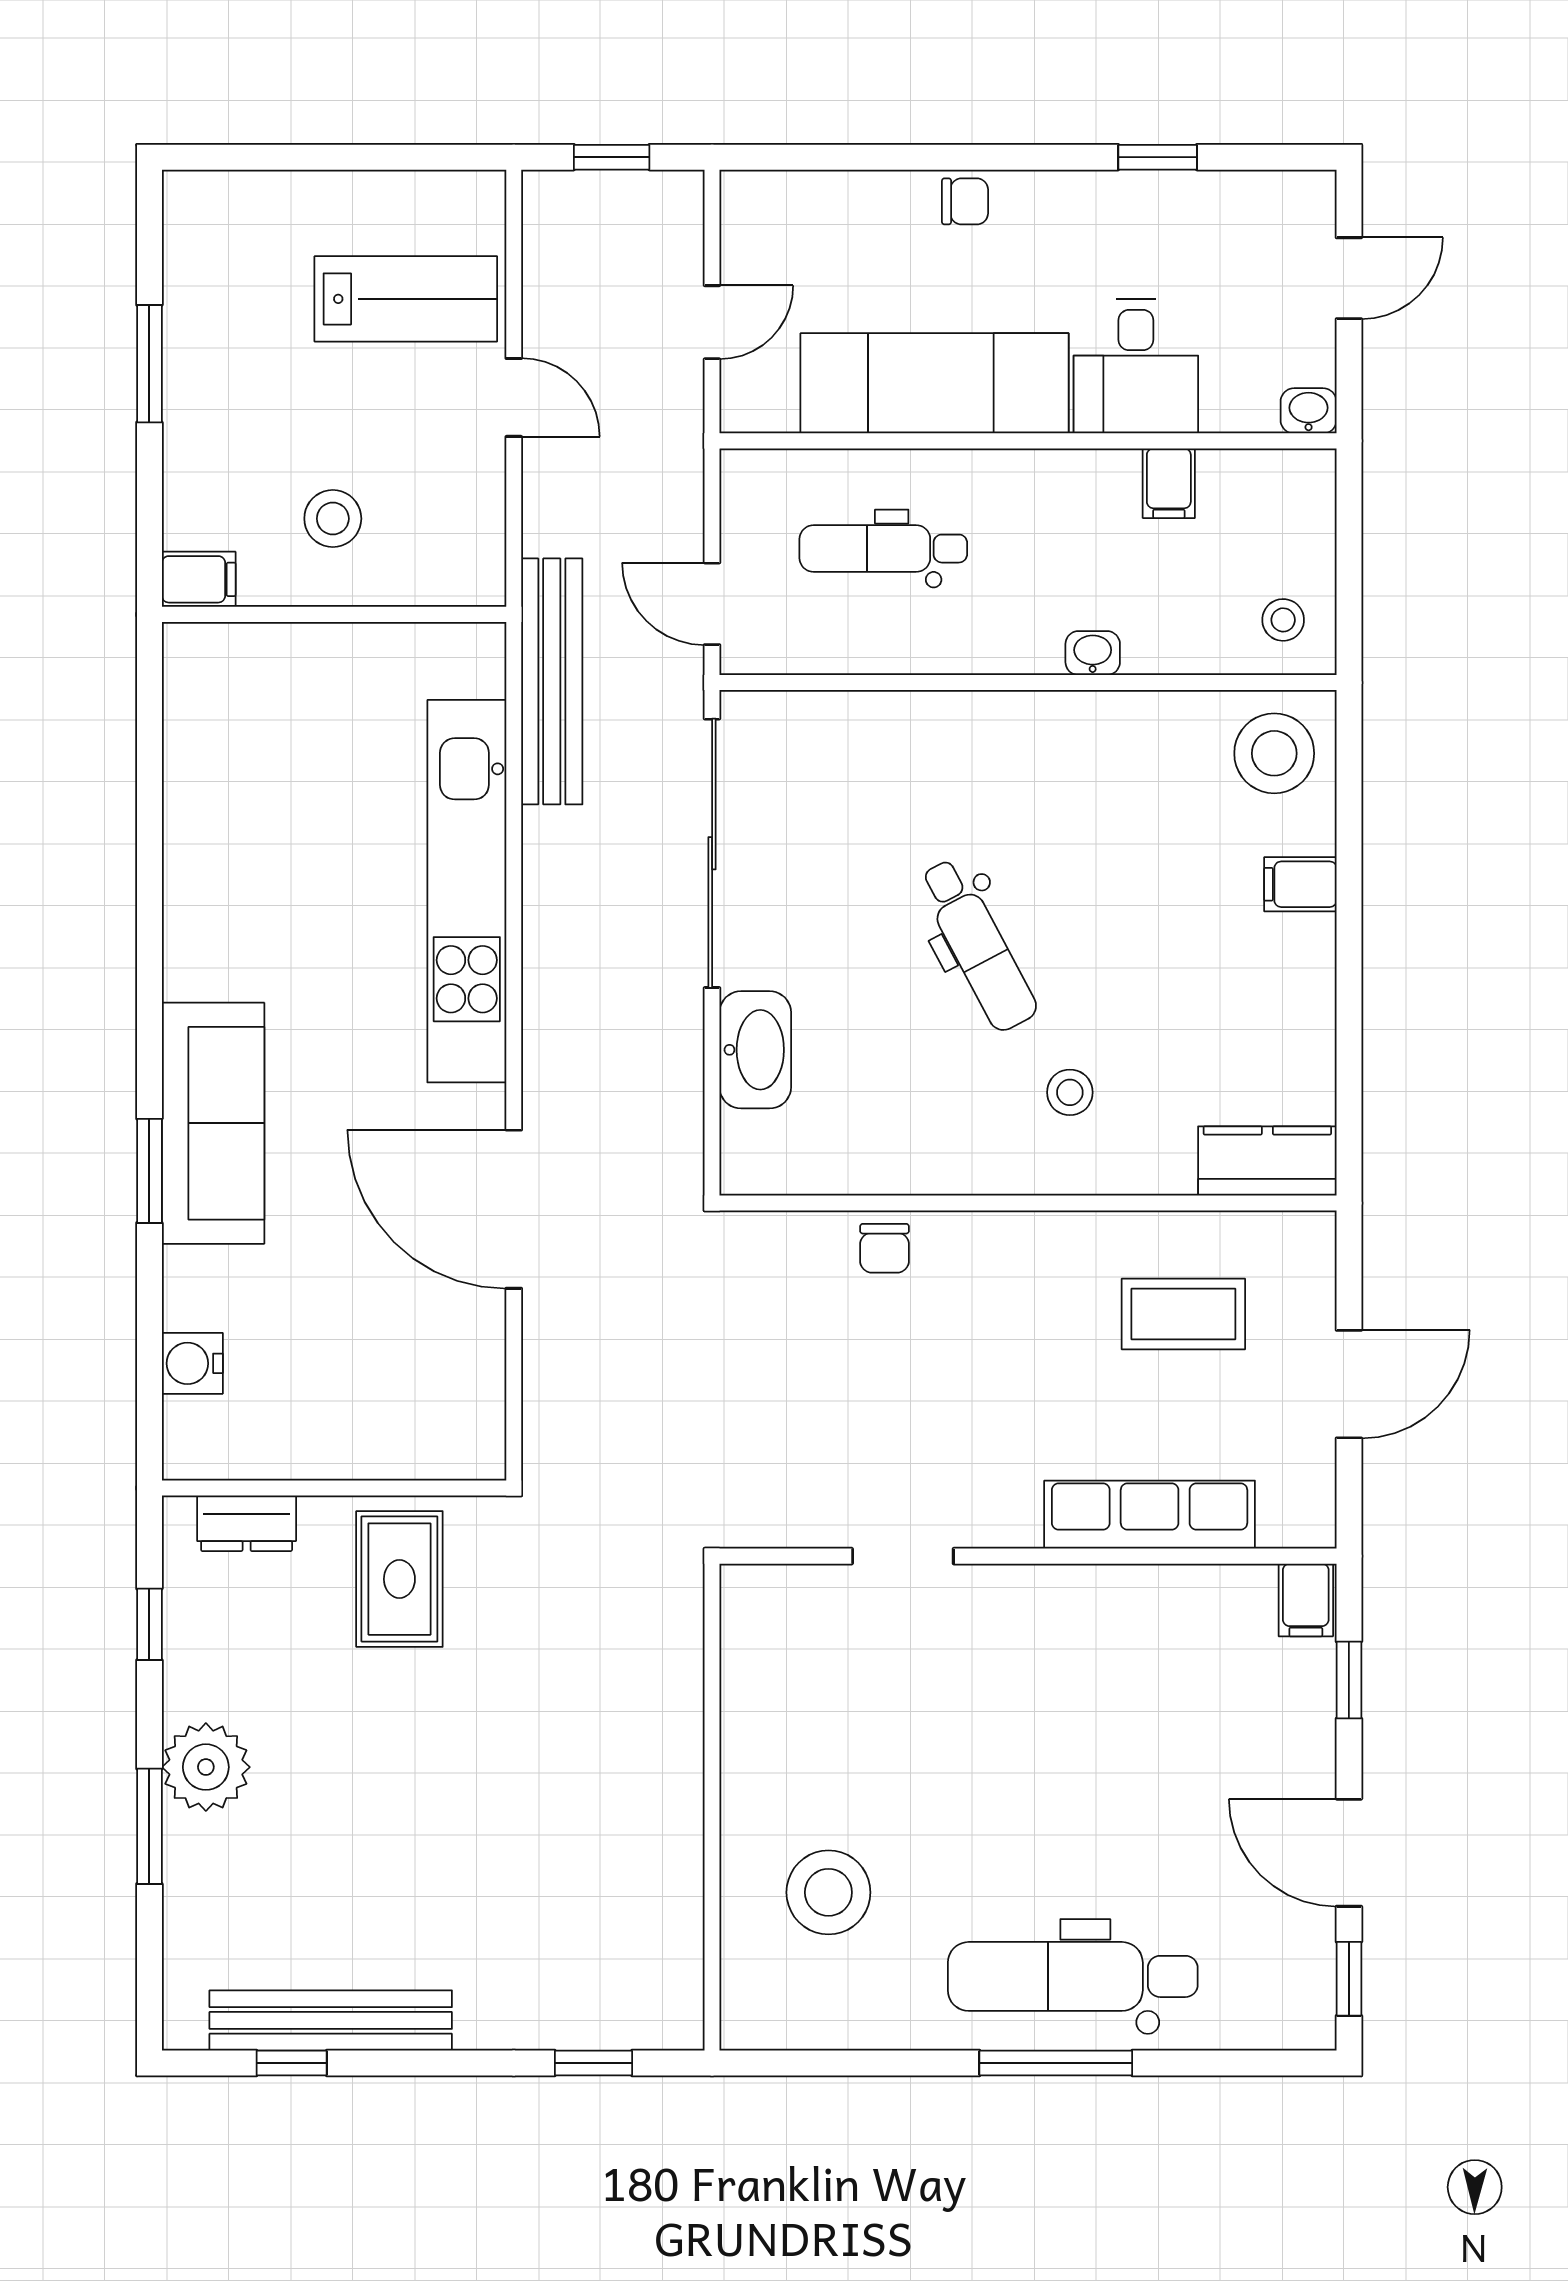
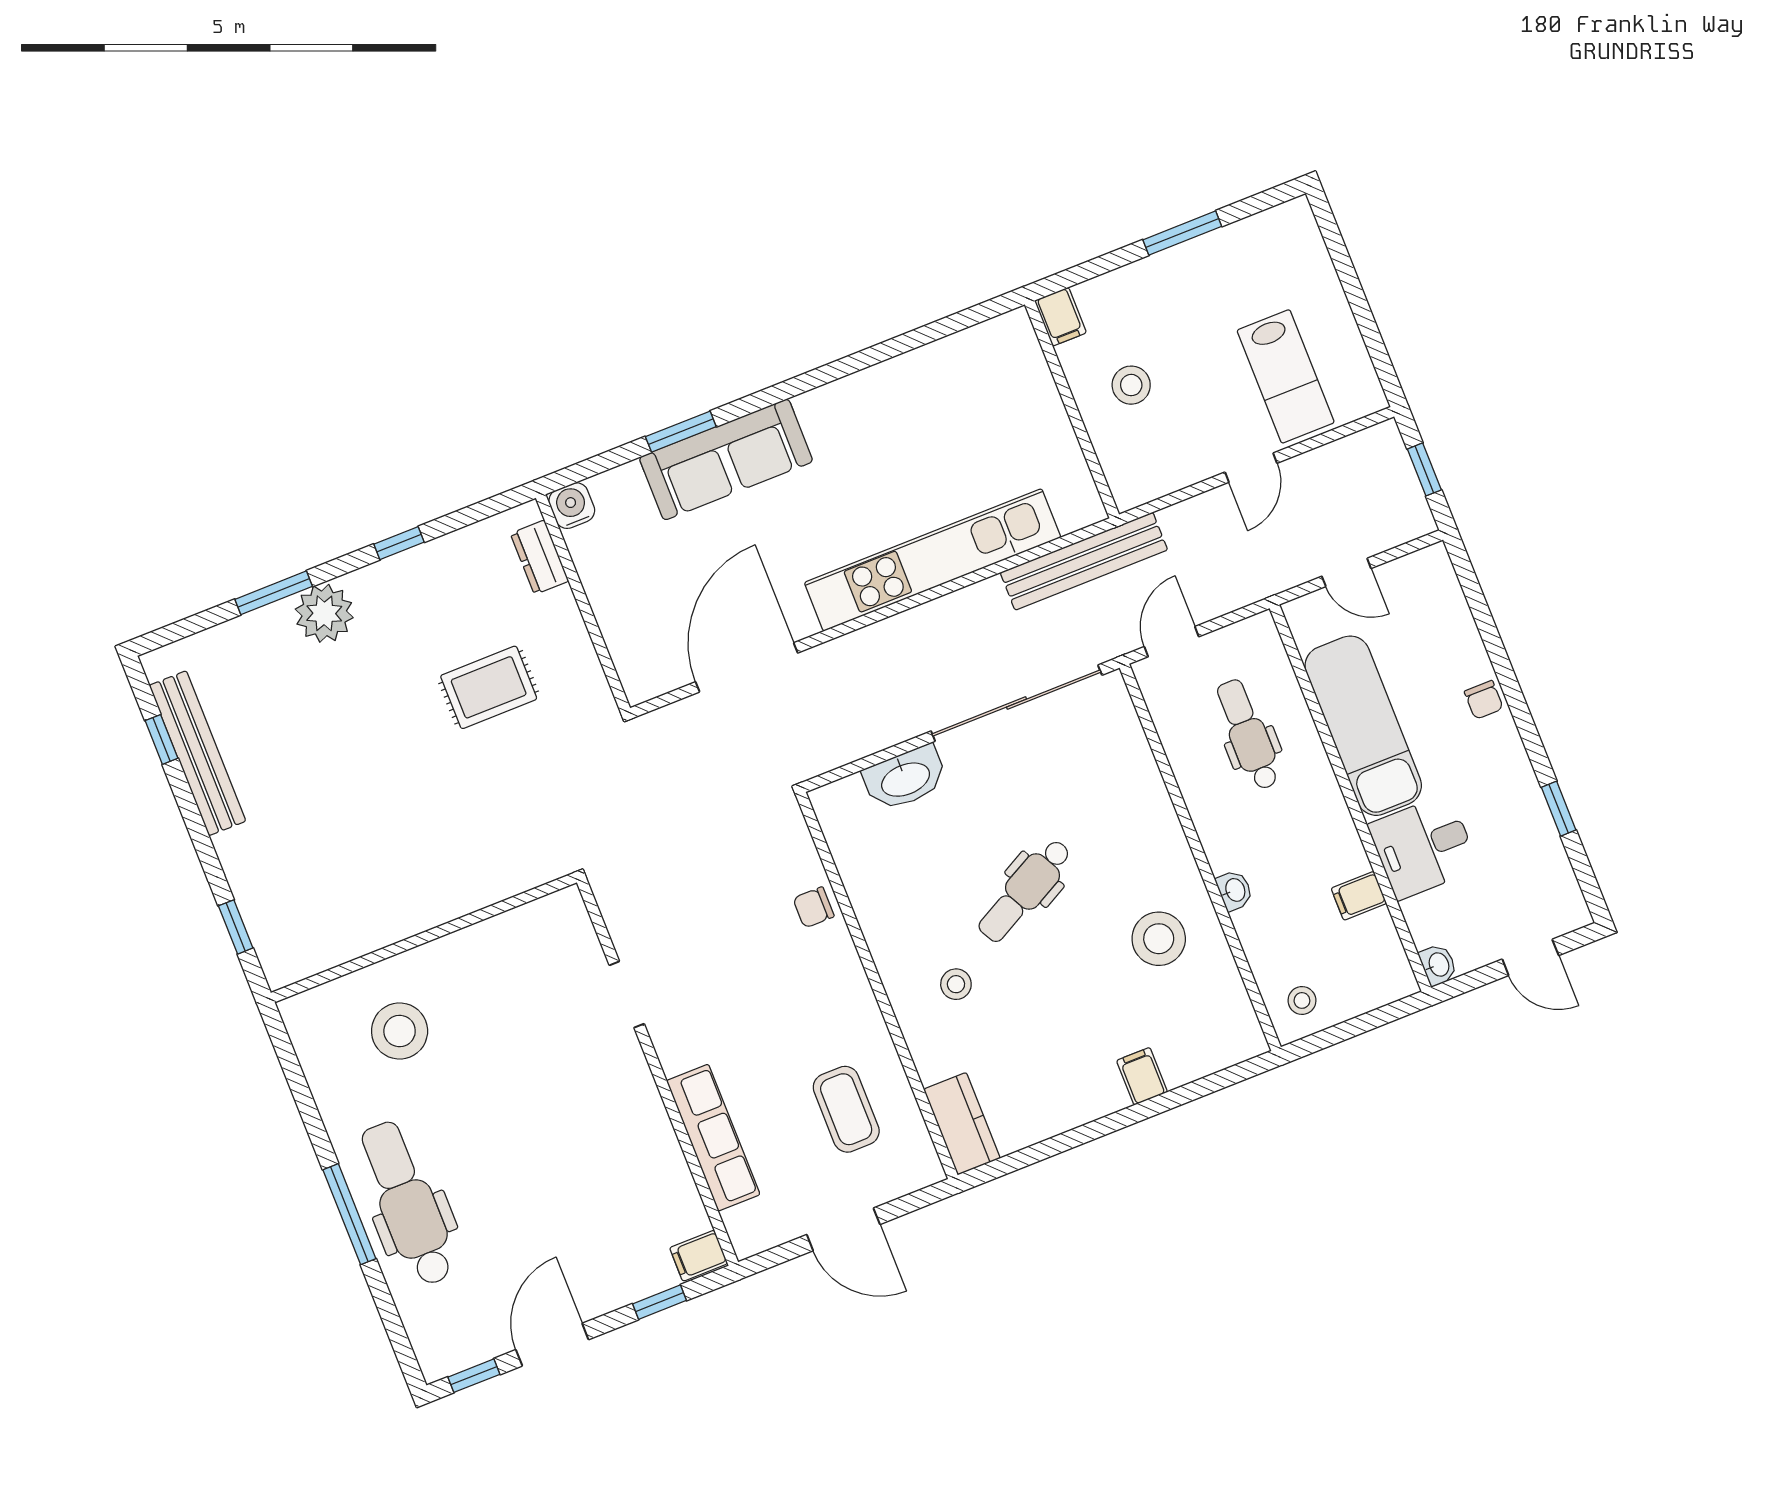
stool: (1274, 753) -> (1159, 939), moved
wall: (334, 1488) -> (583, 603), moved
dresser: (247, 1523) -> (540, 557), moved

